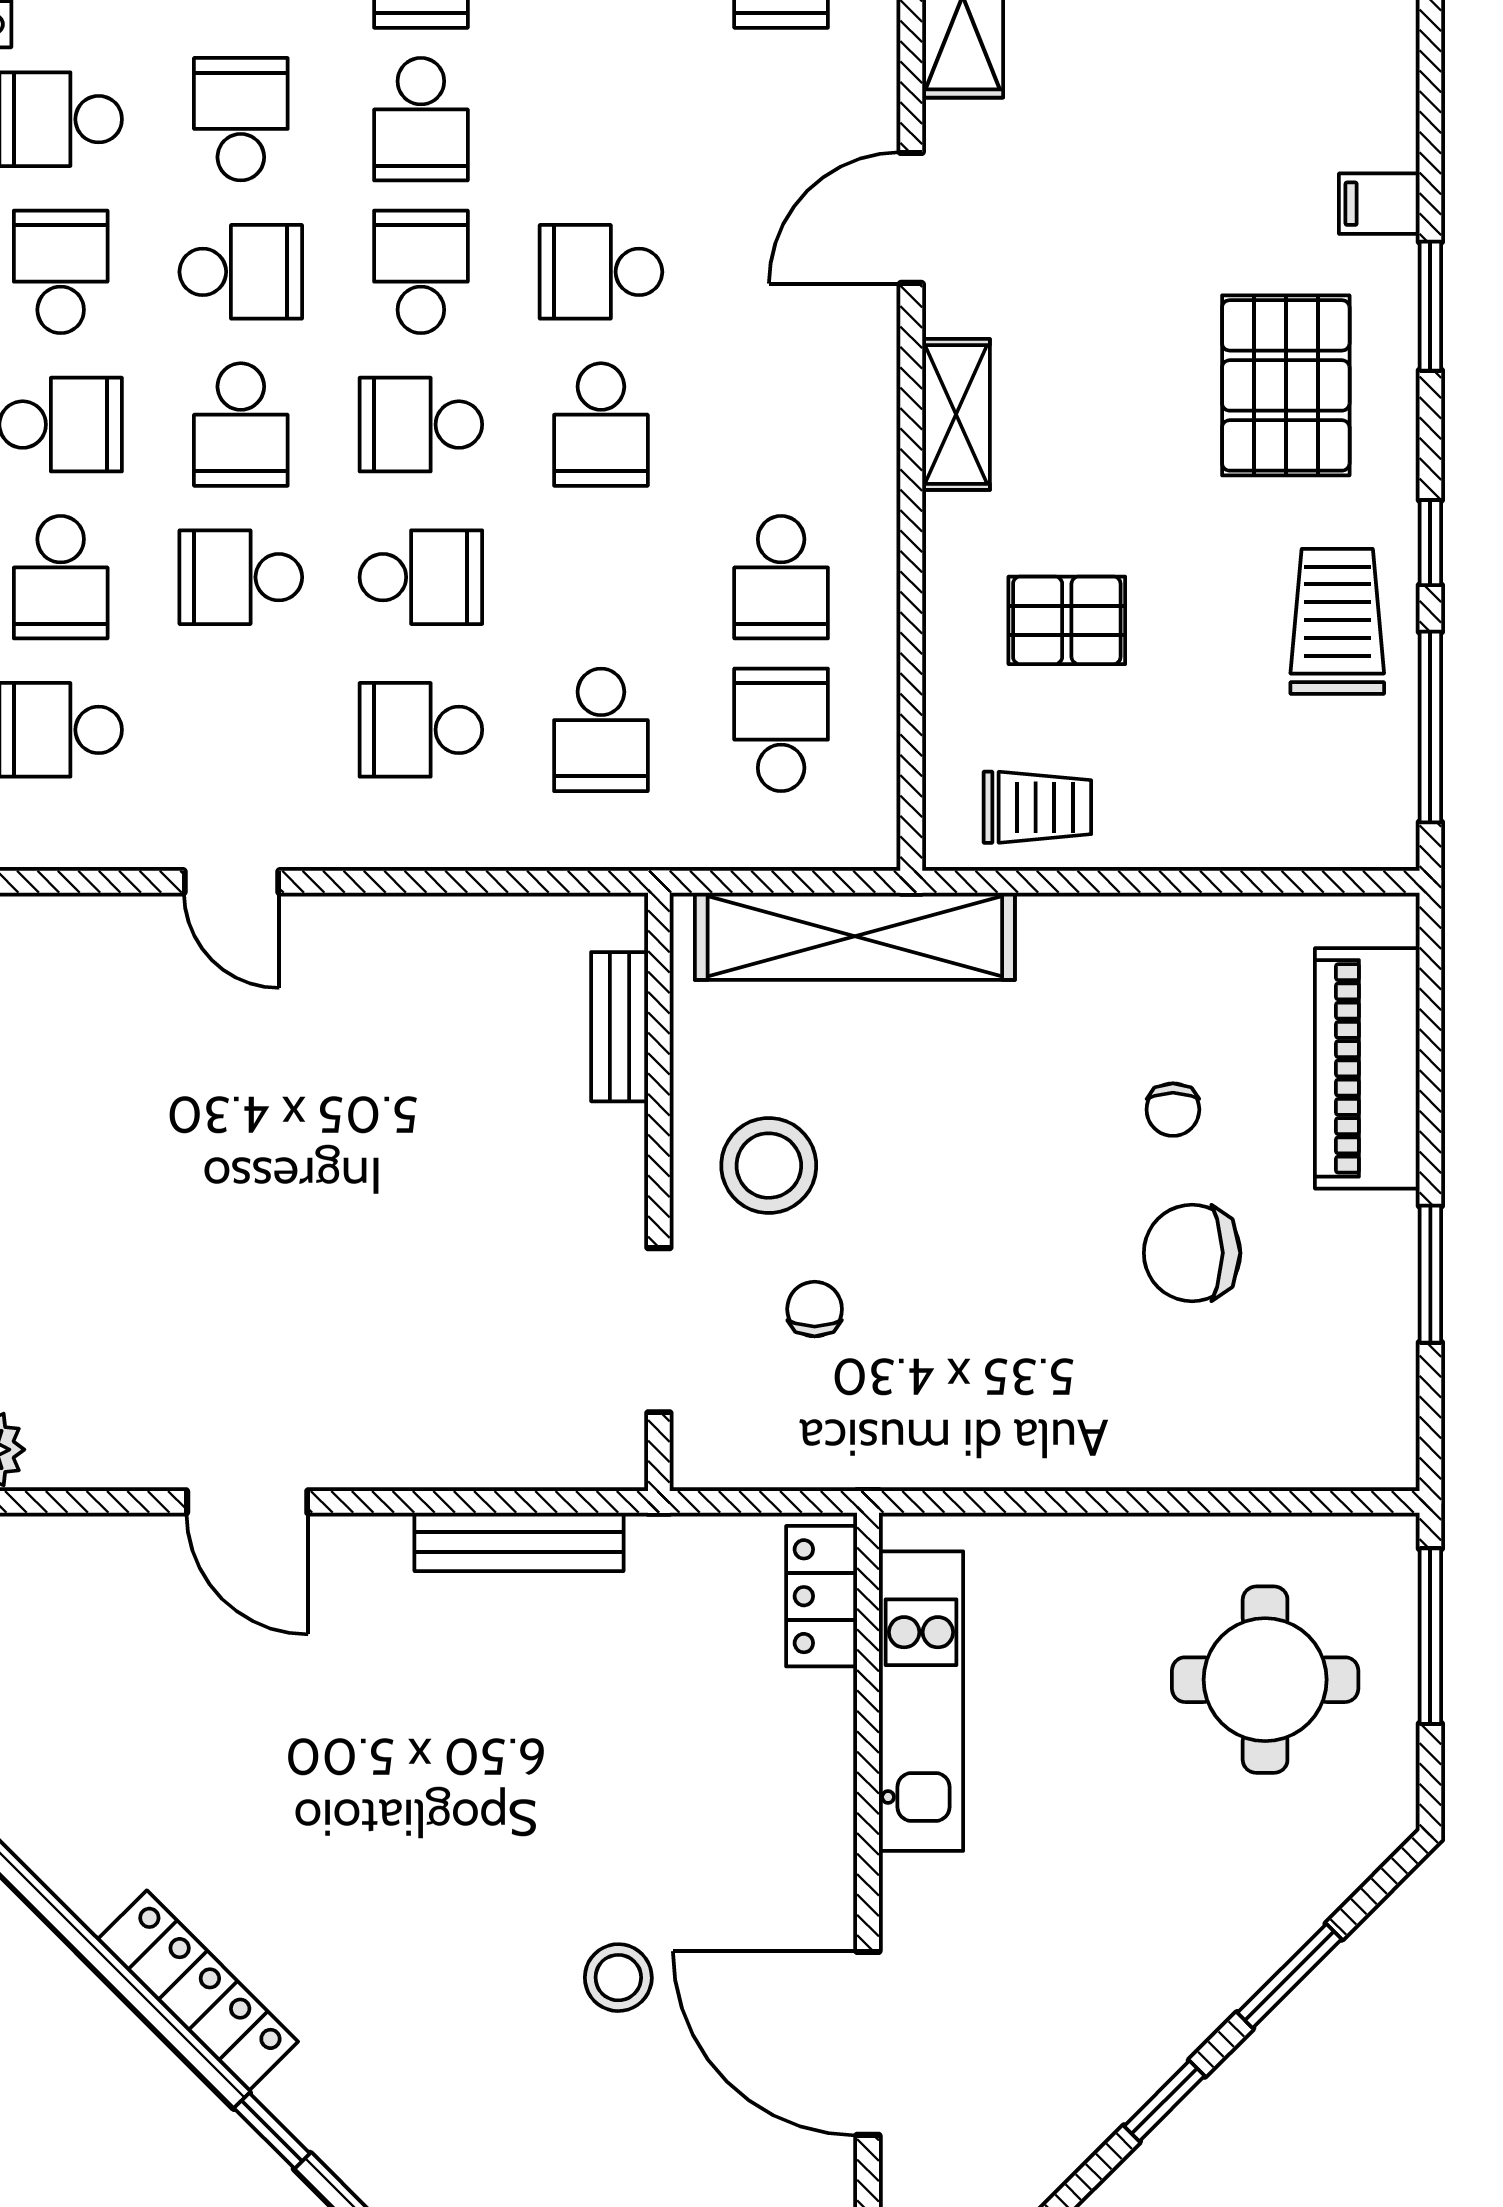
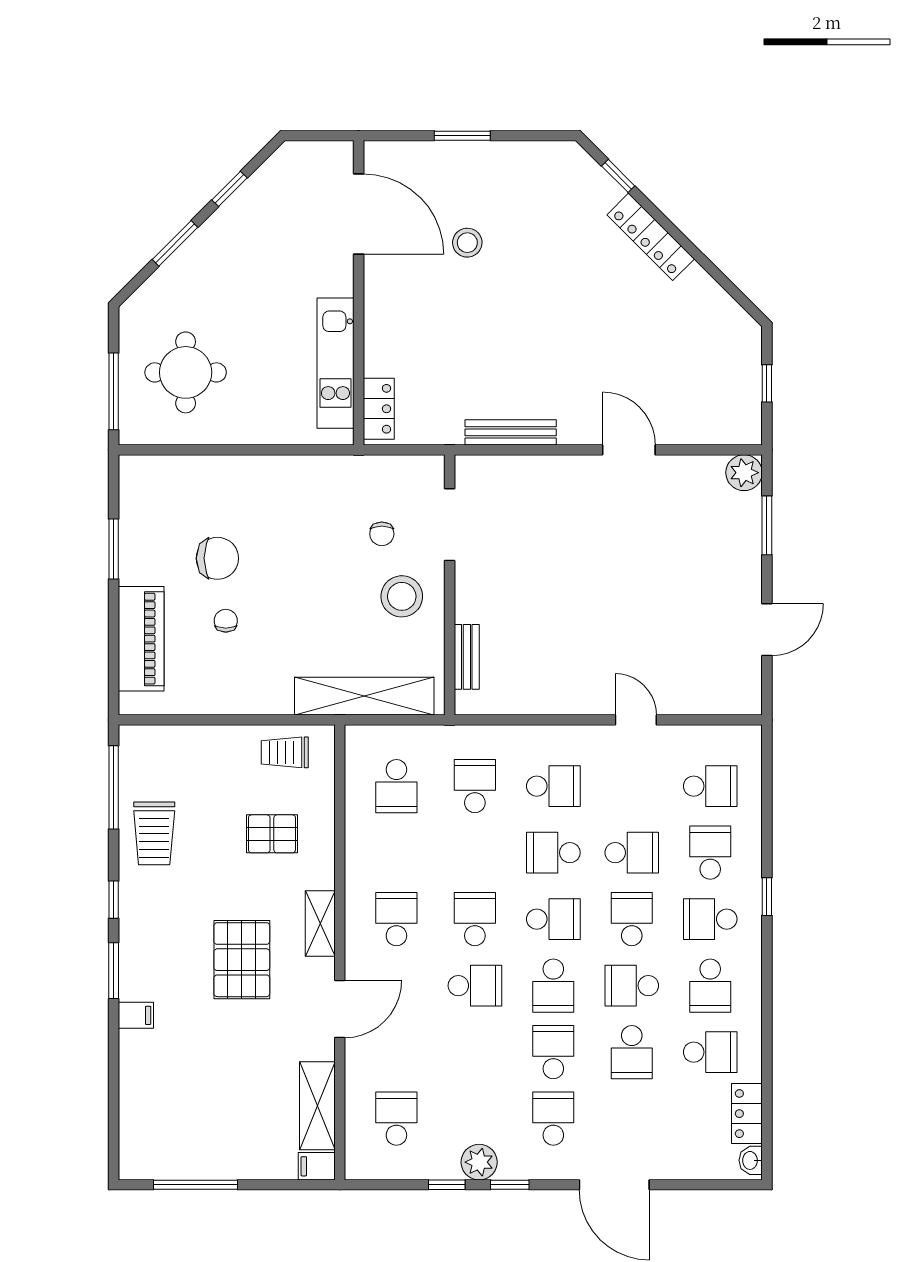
pallet: (1286, 385) -> (242, 960), moved
window: (1430, 543) -> (114, 900), moved
school desk: (781, 577) -> (396, 919), moved

